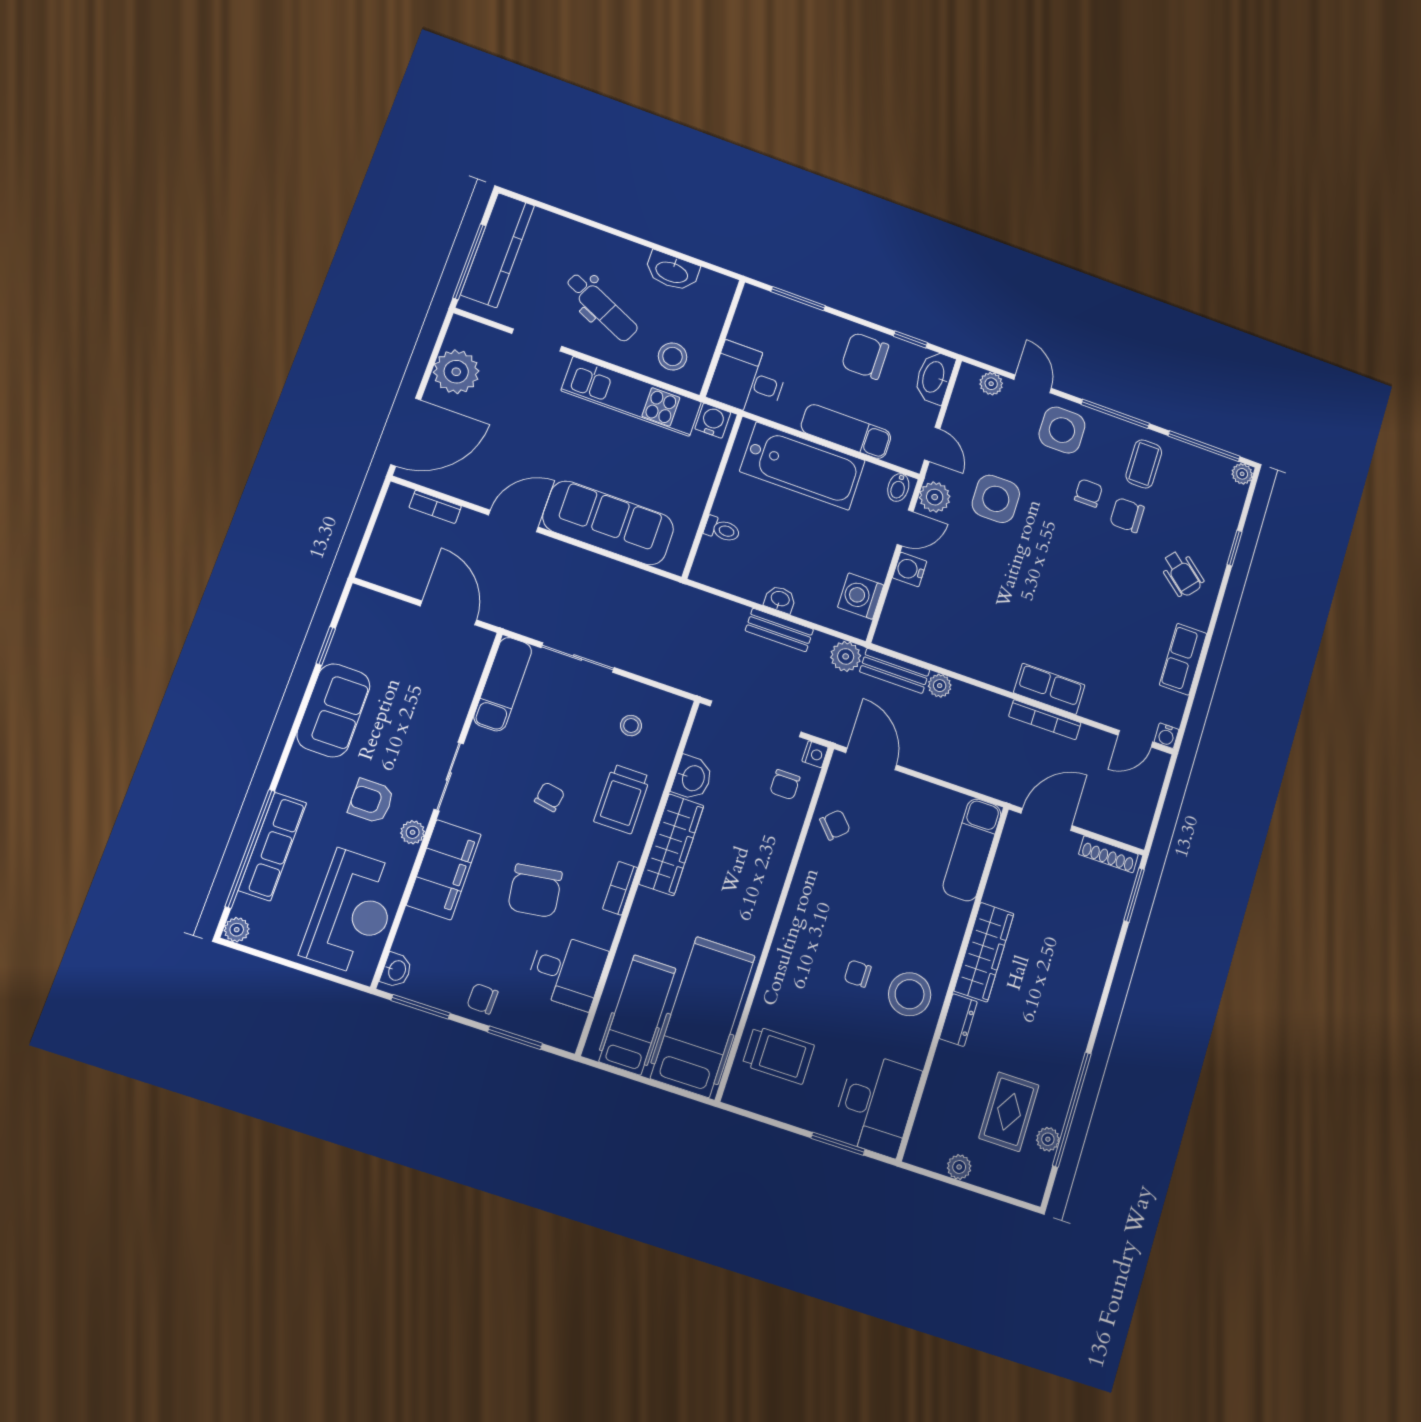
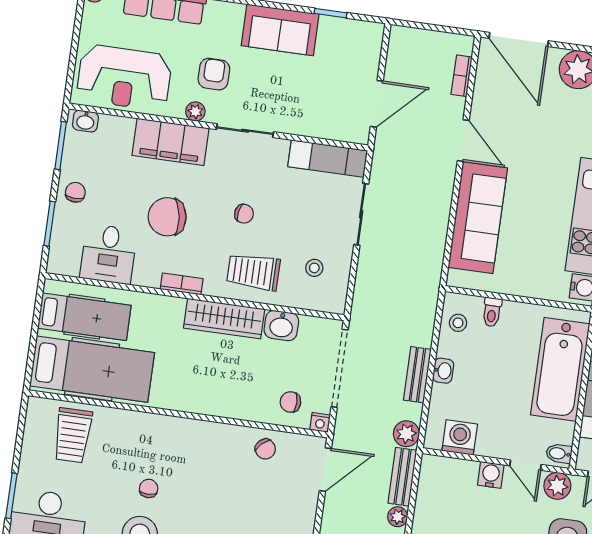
stool: (727, 571) -> (458, 323), added

